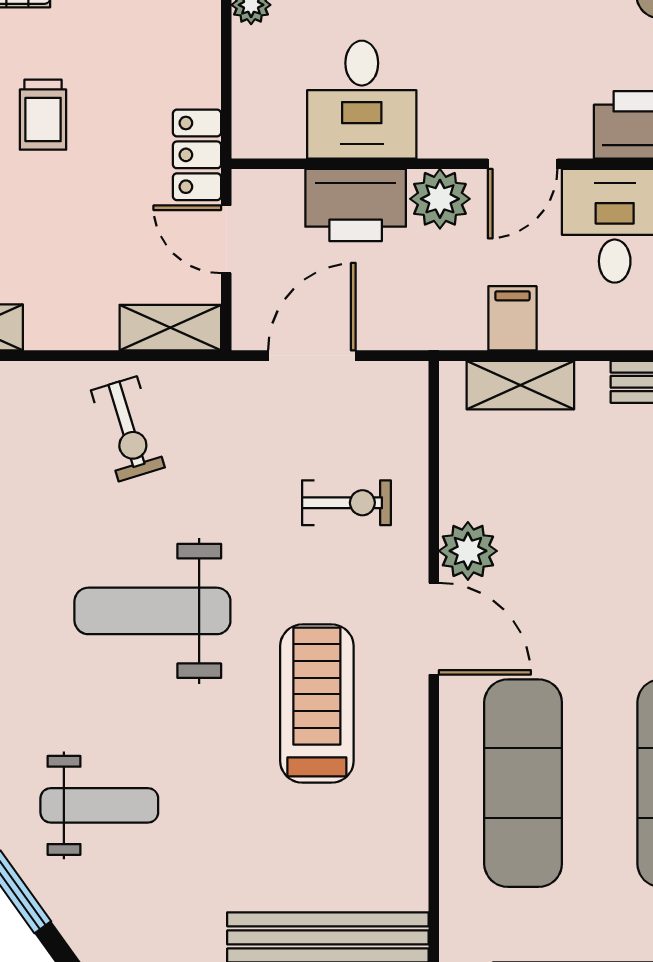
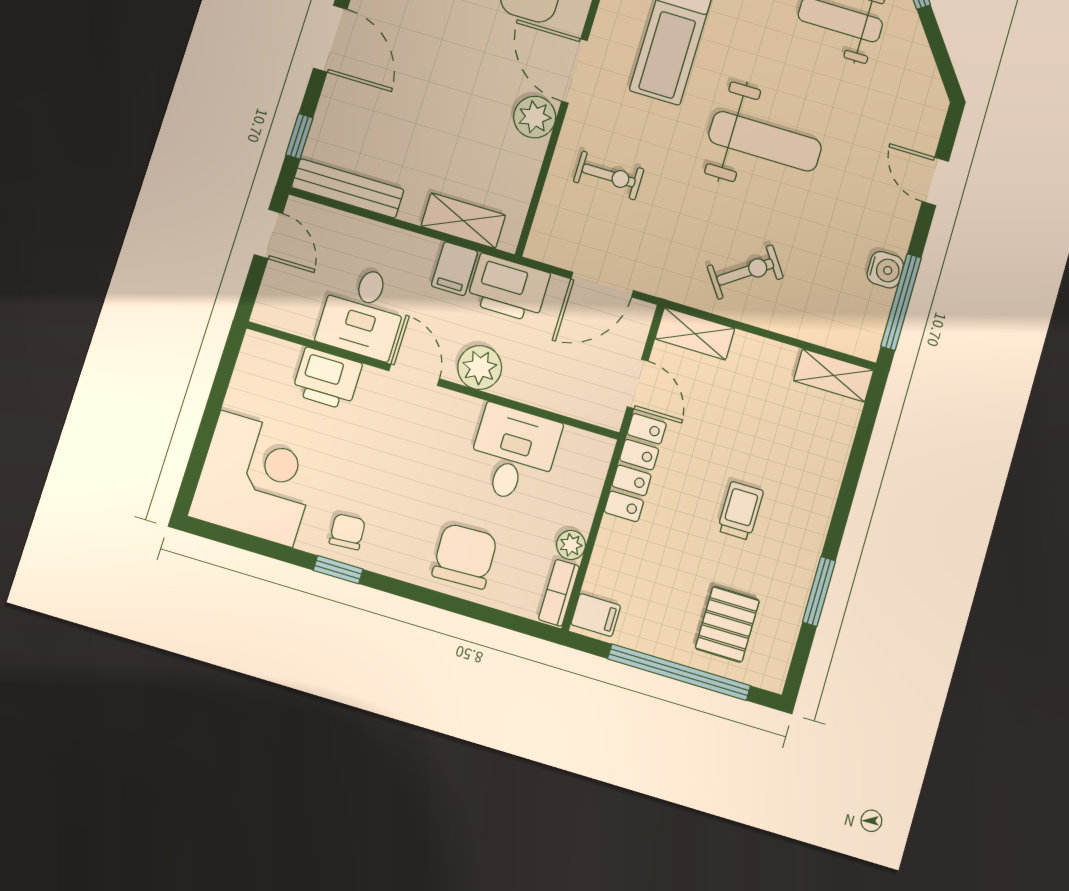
locker: (197, 155) -> (635, 467), width x1.53
door: (523, 164) -> (414, 375), hinge flipped
printer: (356, 205) -> (508, 288), moved, turned 180
exercise bike: (128, 429) -> (745, 272), turned 72
exercise bike: (346, 503) -> (609, 175), turned 180

